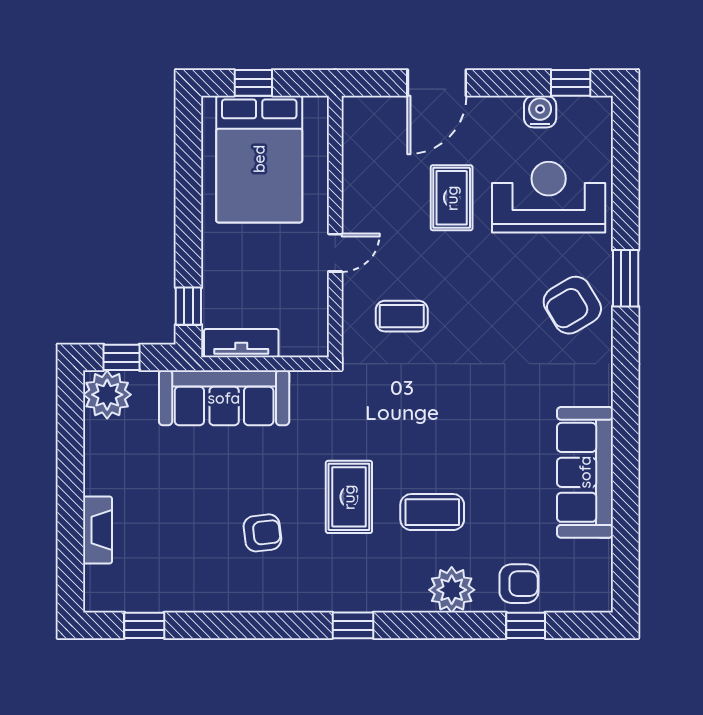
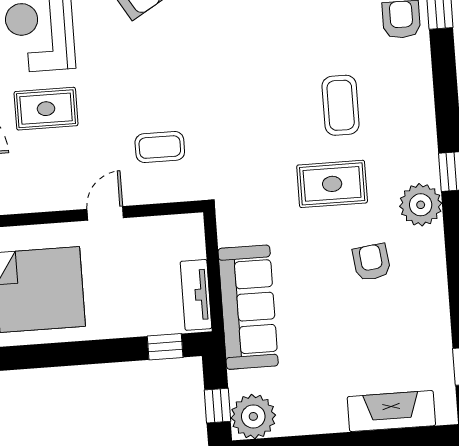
door: (335, 253) -> (105, 213), hinge flipped
coffee table: (402, 316) -> (160, 147), turned 90
fireplace: (97, 530) -> (391, 411), width x1.37, depth x1.32
plant: (452, 590) -> (421, 205), moved

